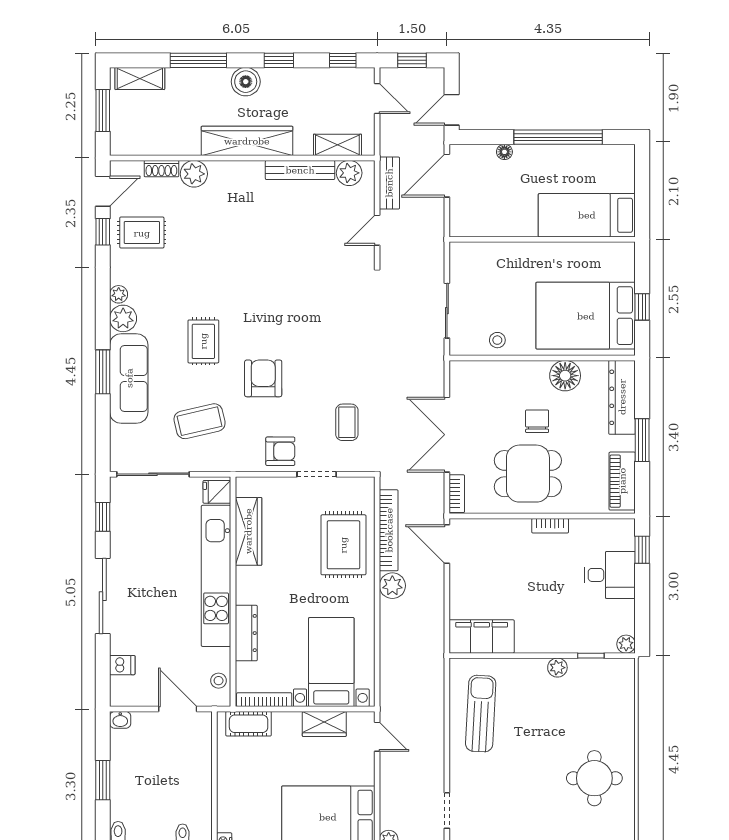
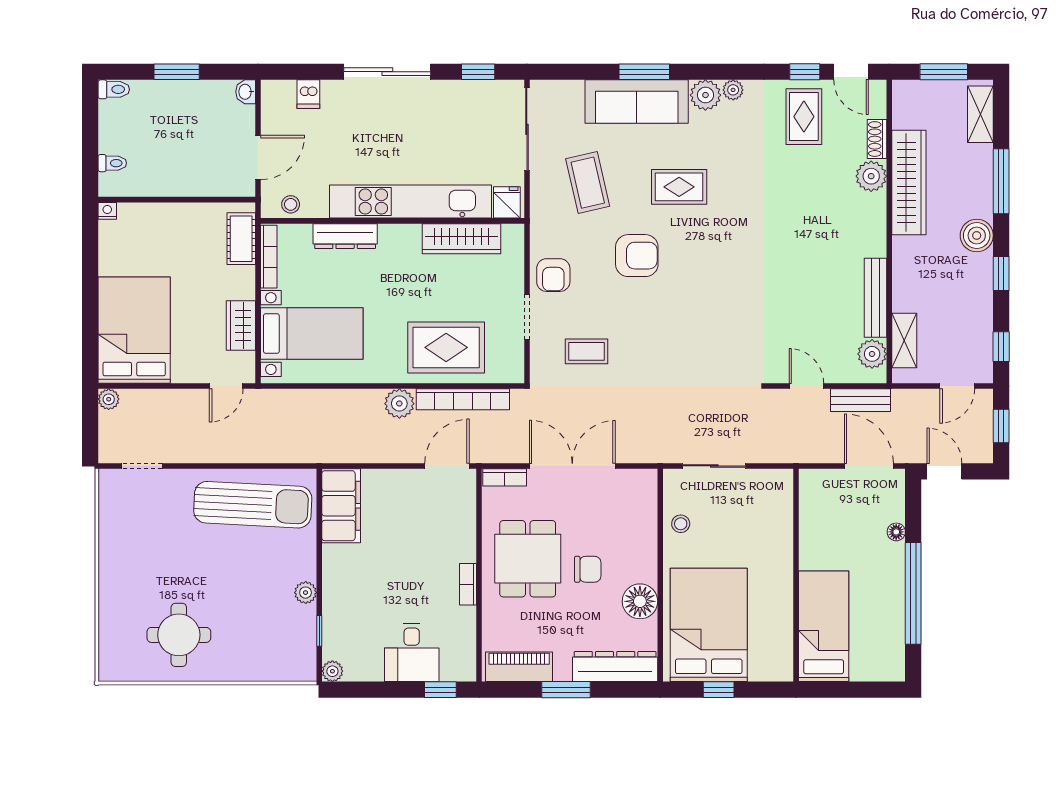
wardrobe: (247, 141) -> (909, 182), moved
sun lounger: (481, 714) -> (253, 505), width x1.36, depth x1.34

